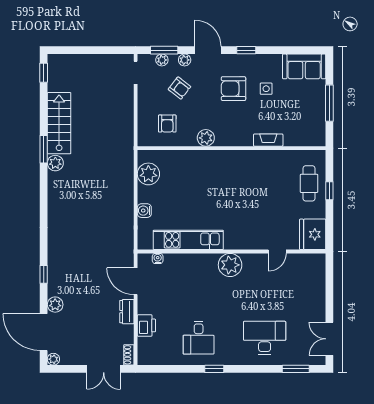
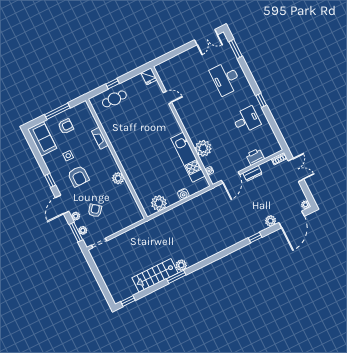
armchair: (167, 124) -> (66, 126), moved
fridge: (313, 234) -> (149, 76), width x0.53, depth x0.75
plant: (230, 265) -> (203, 148), moved

